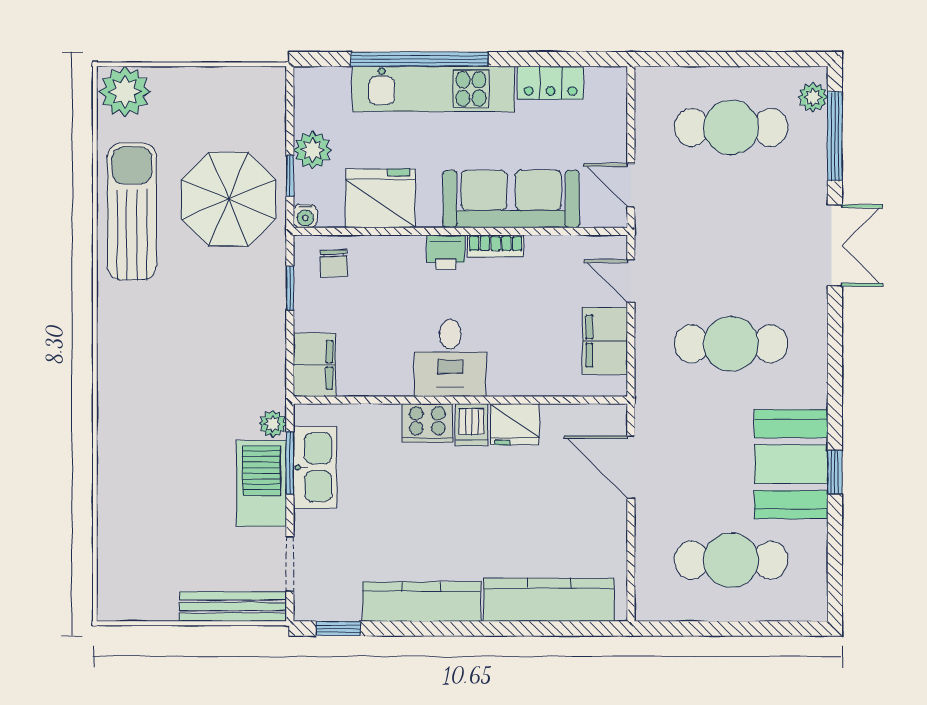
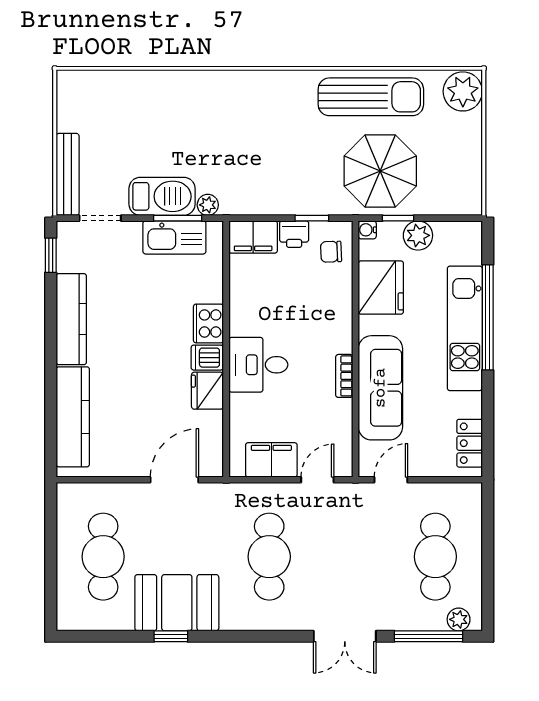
locker: (550, 83) -> (470, 443), moved
printer: (446, 252) -> (294, 234), moved, turned -90
desk: (450, 358) -> (258, 365), moved

